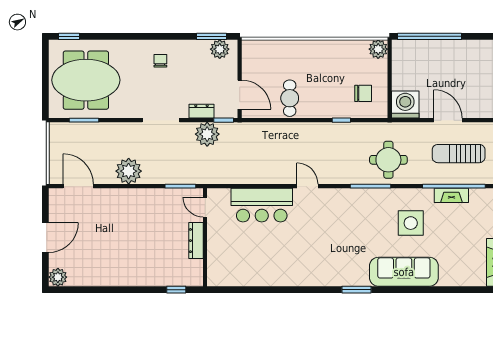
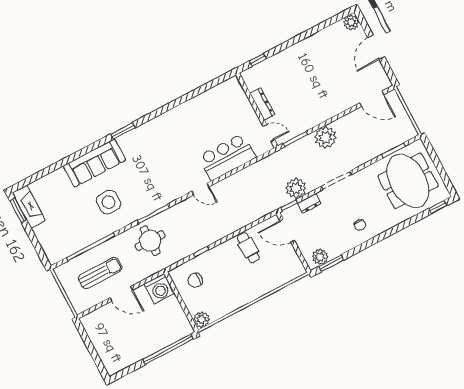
meeting table: (86, 80) -> (408, 181), turned 90
plant: (129, 171) -> (326, 137), moved
fireplace: (451, 195) -> (89, 239), removed

